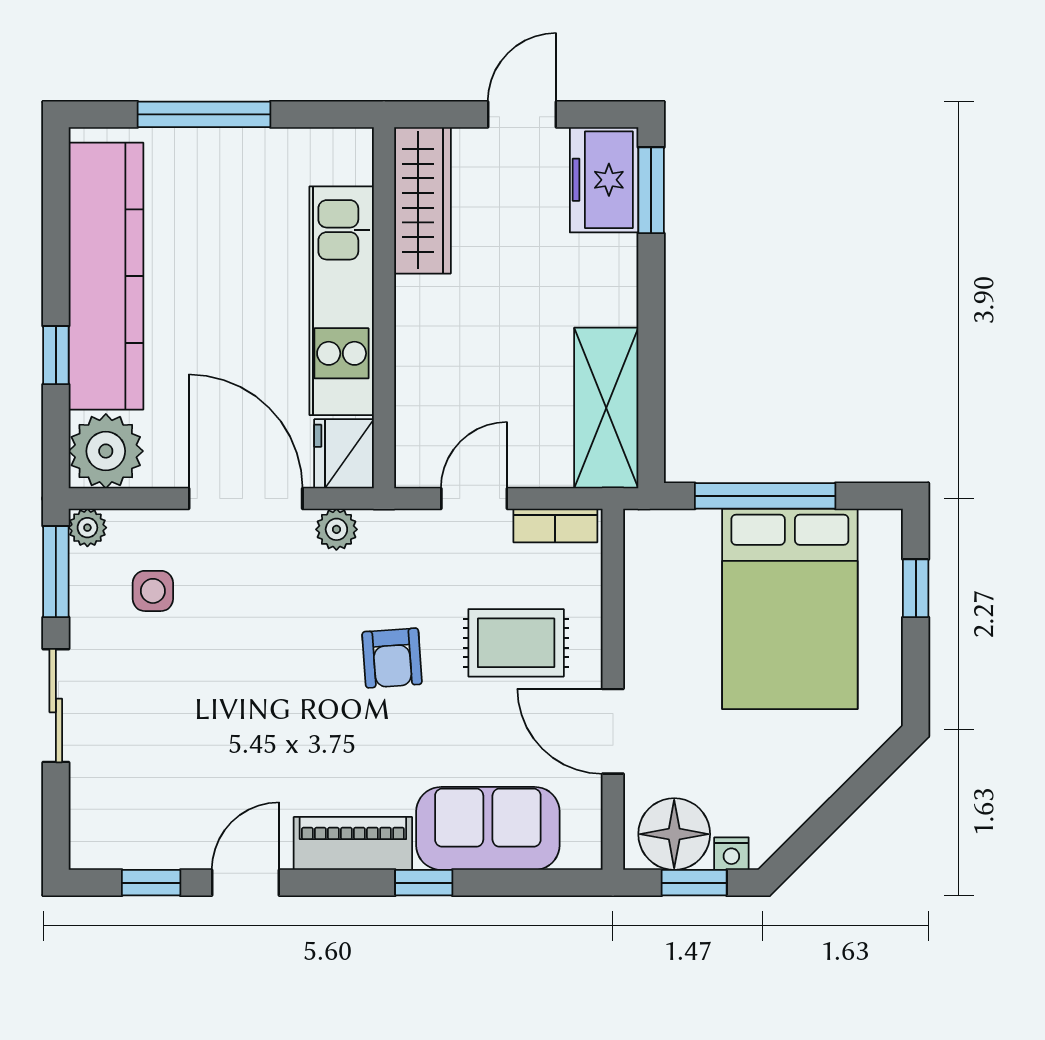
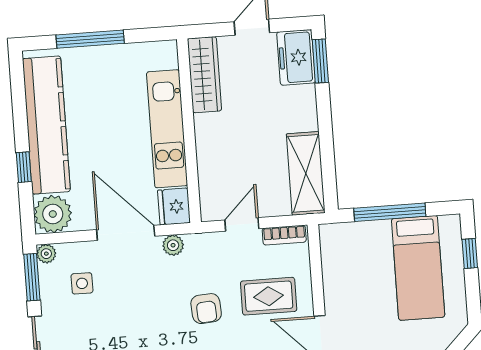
bed: (790, 609) -> (418, 268), width x0.67

